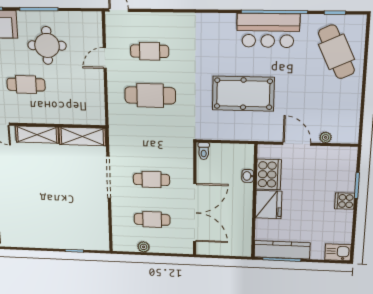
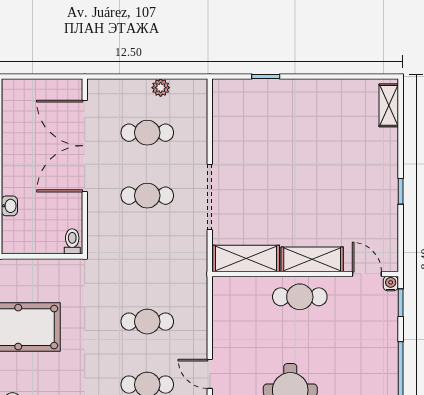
door: (105, 58) -> (210, 374), swing flipped
cafe table: (26, 85) -> (300, 297), moved
cafe table: (150, 95) -> (147, 322), width x0.73, depth x0.74

